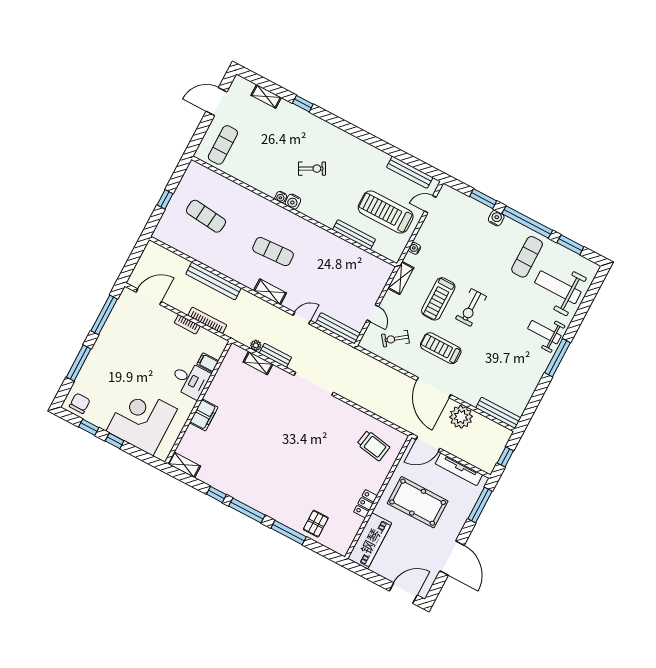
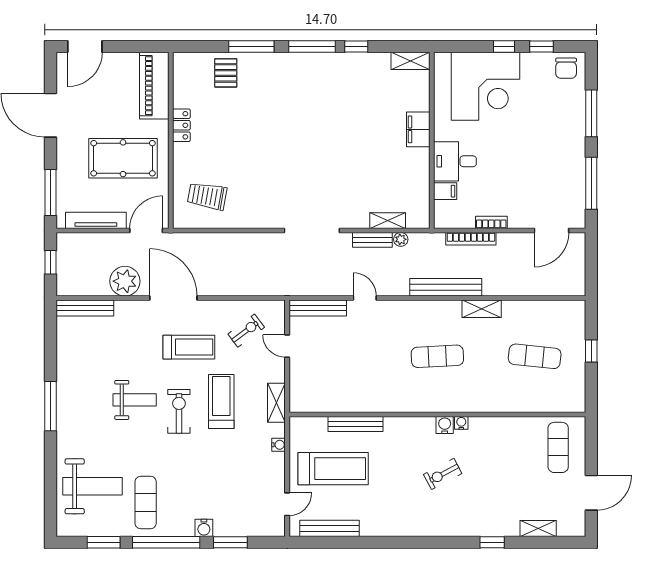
bench: (214, 281) -> (446, 287), moved
shelving: (270, 292) -> (482, 309), moved
door: (302, 318) -> (365, 298), swing flipped
weight bench: (544, 332) -> (135, 400), moved

